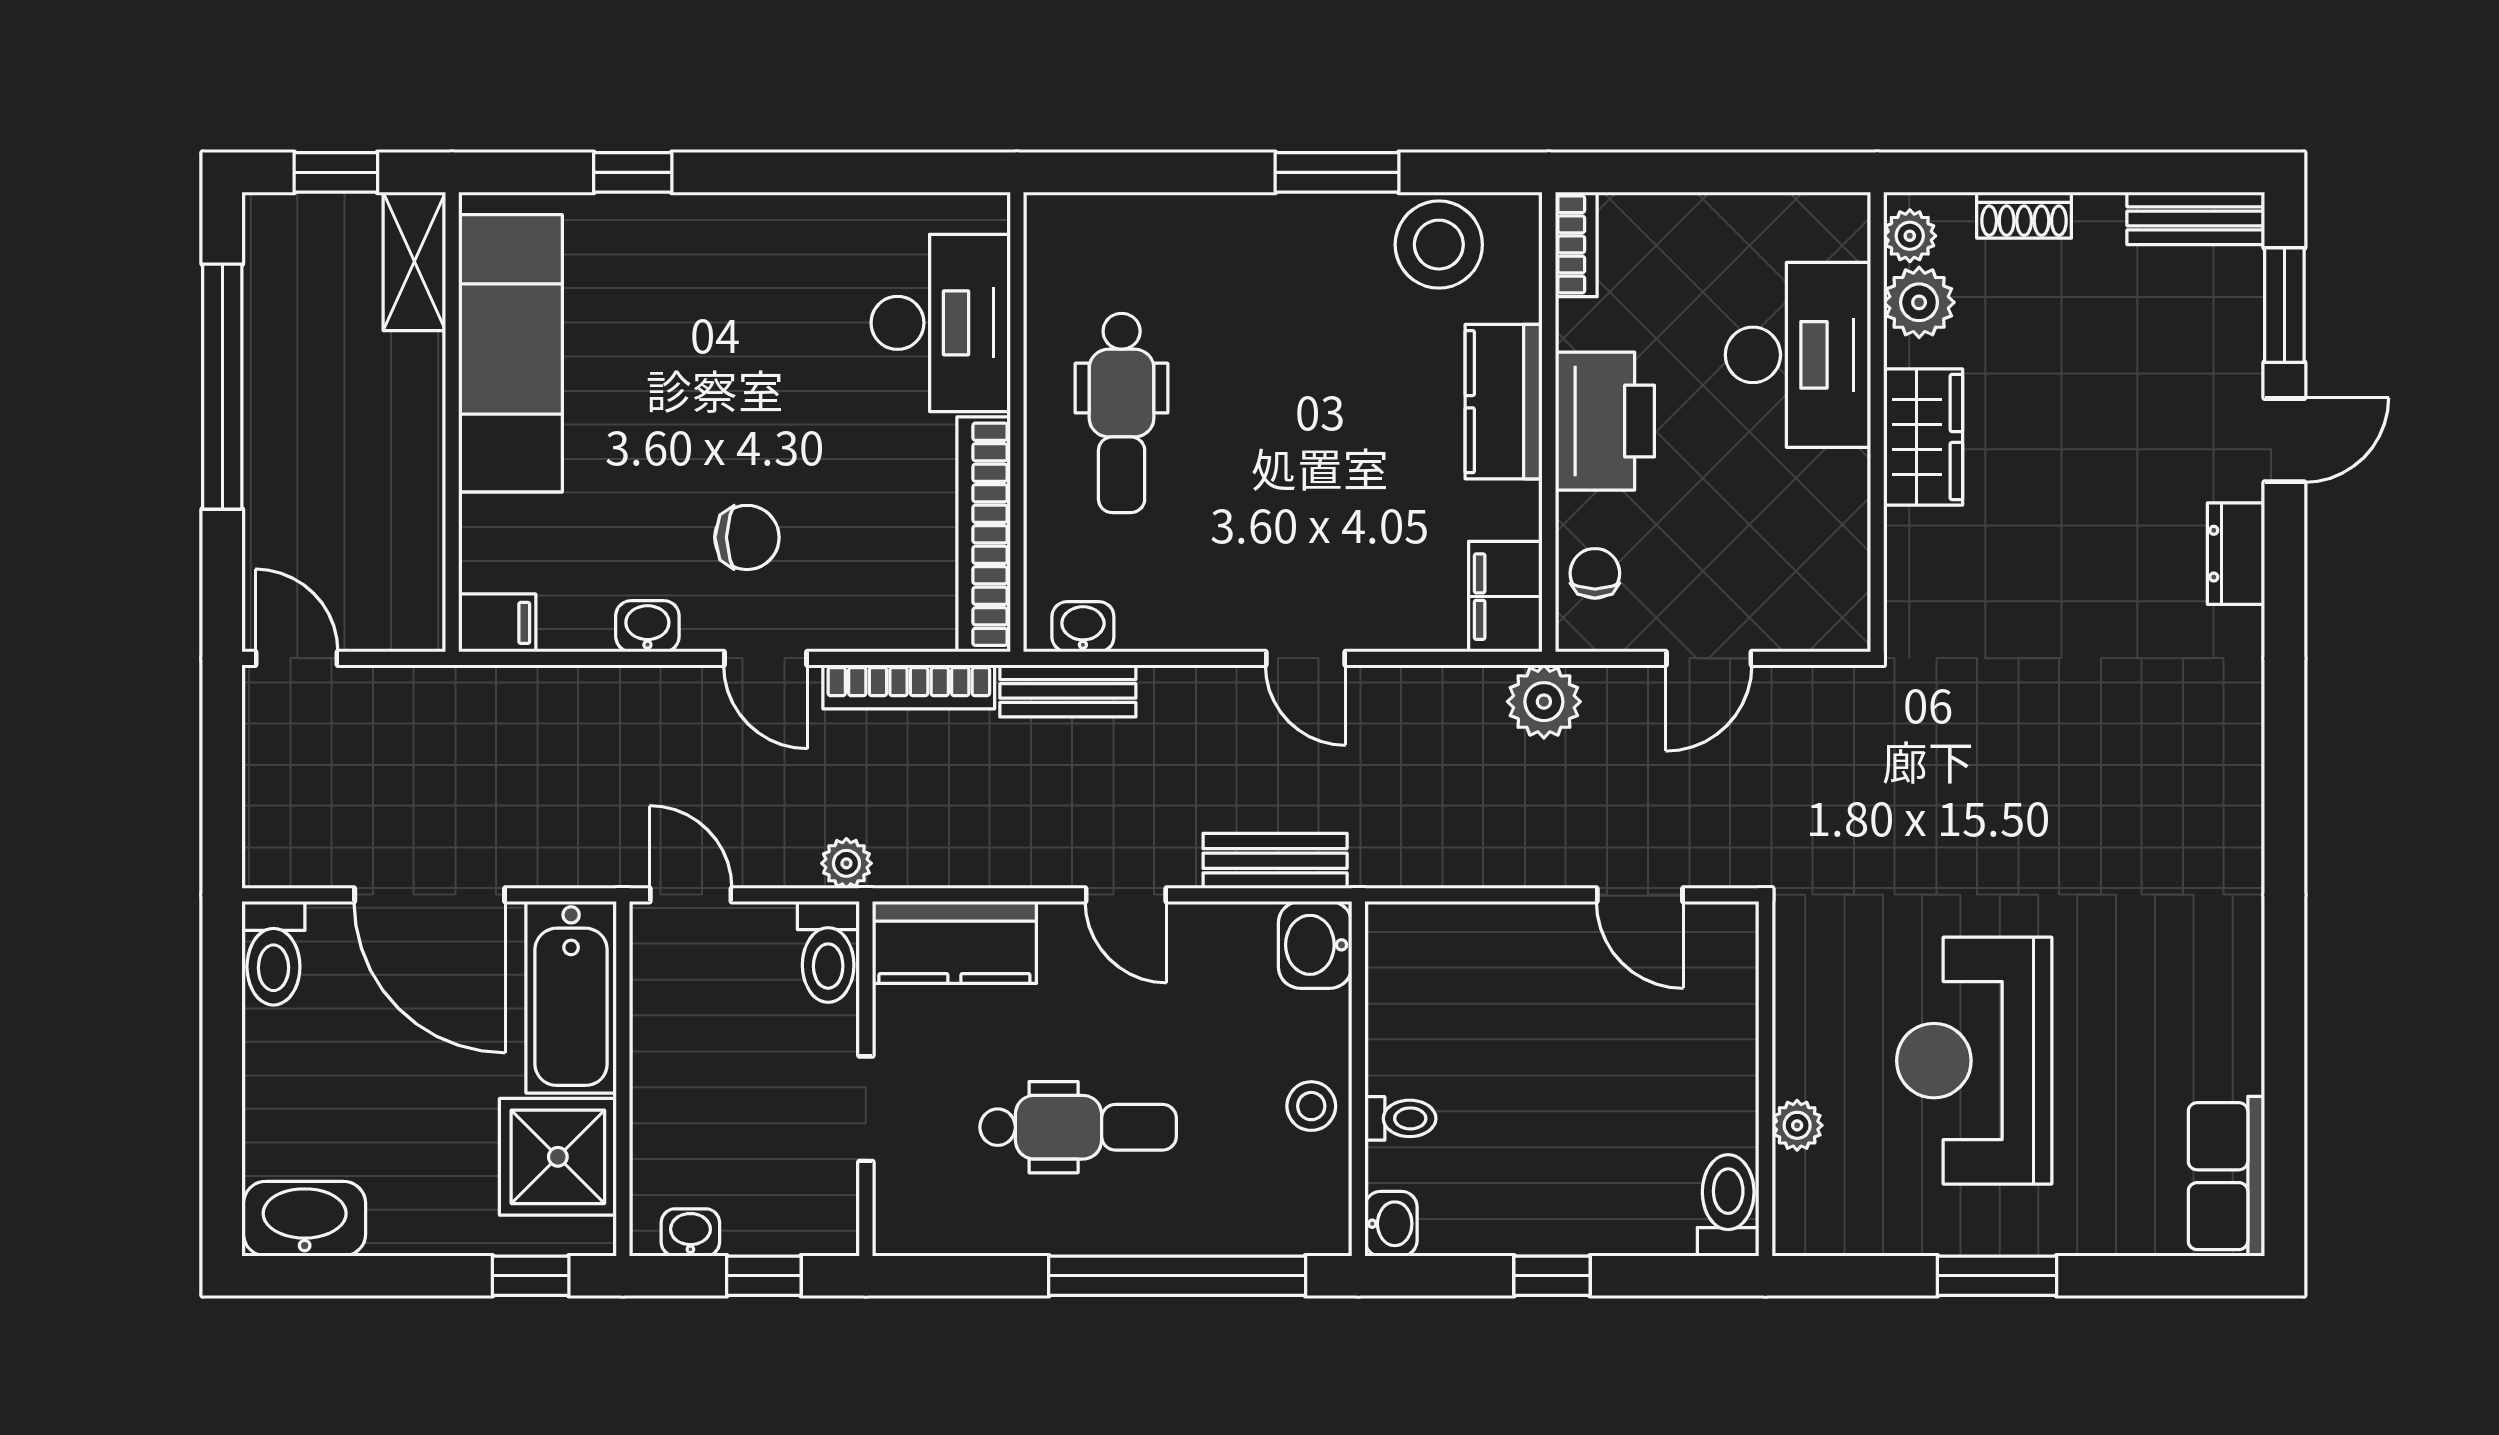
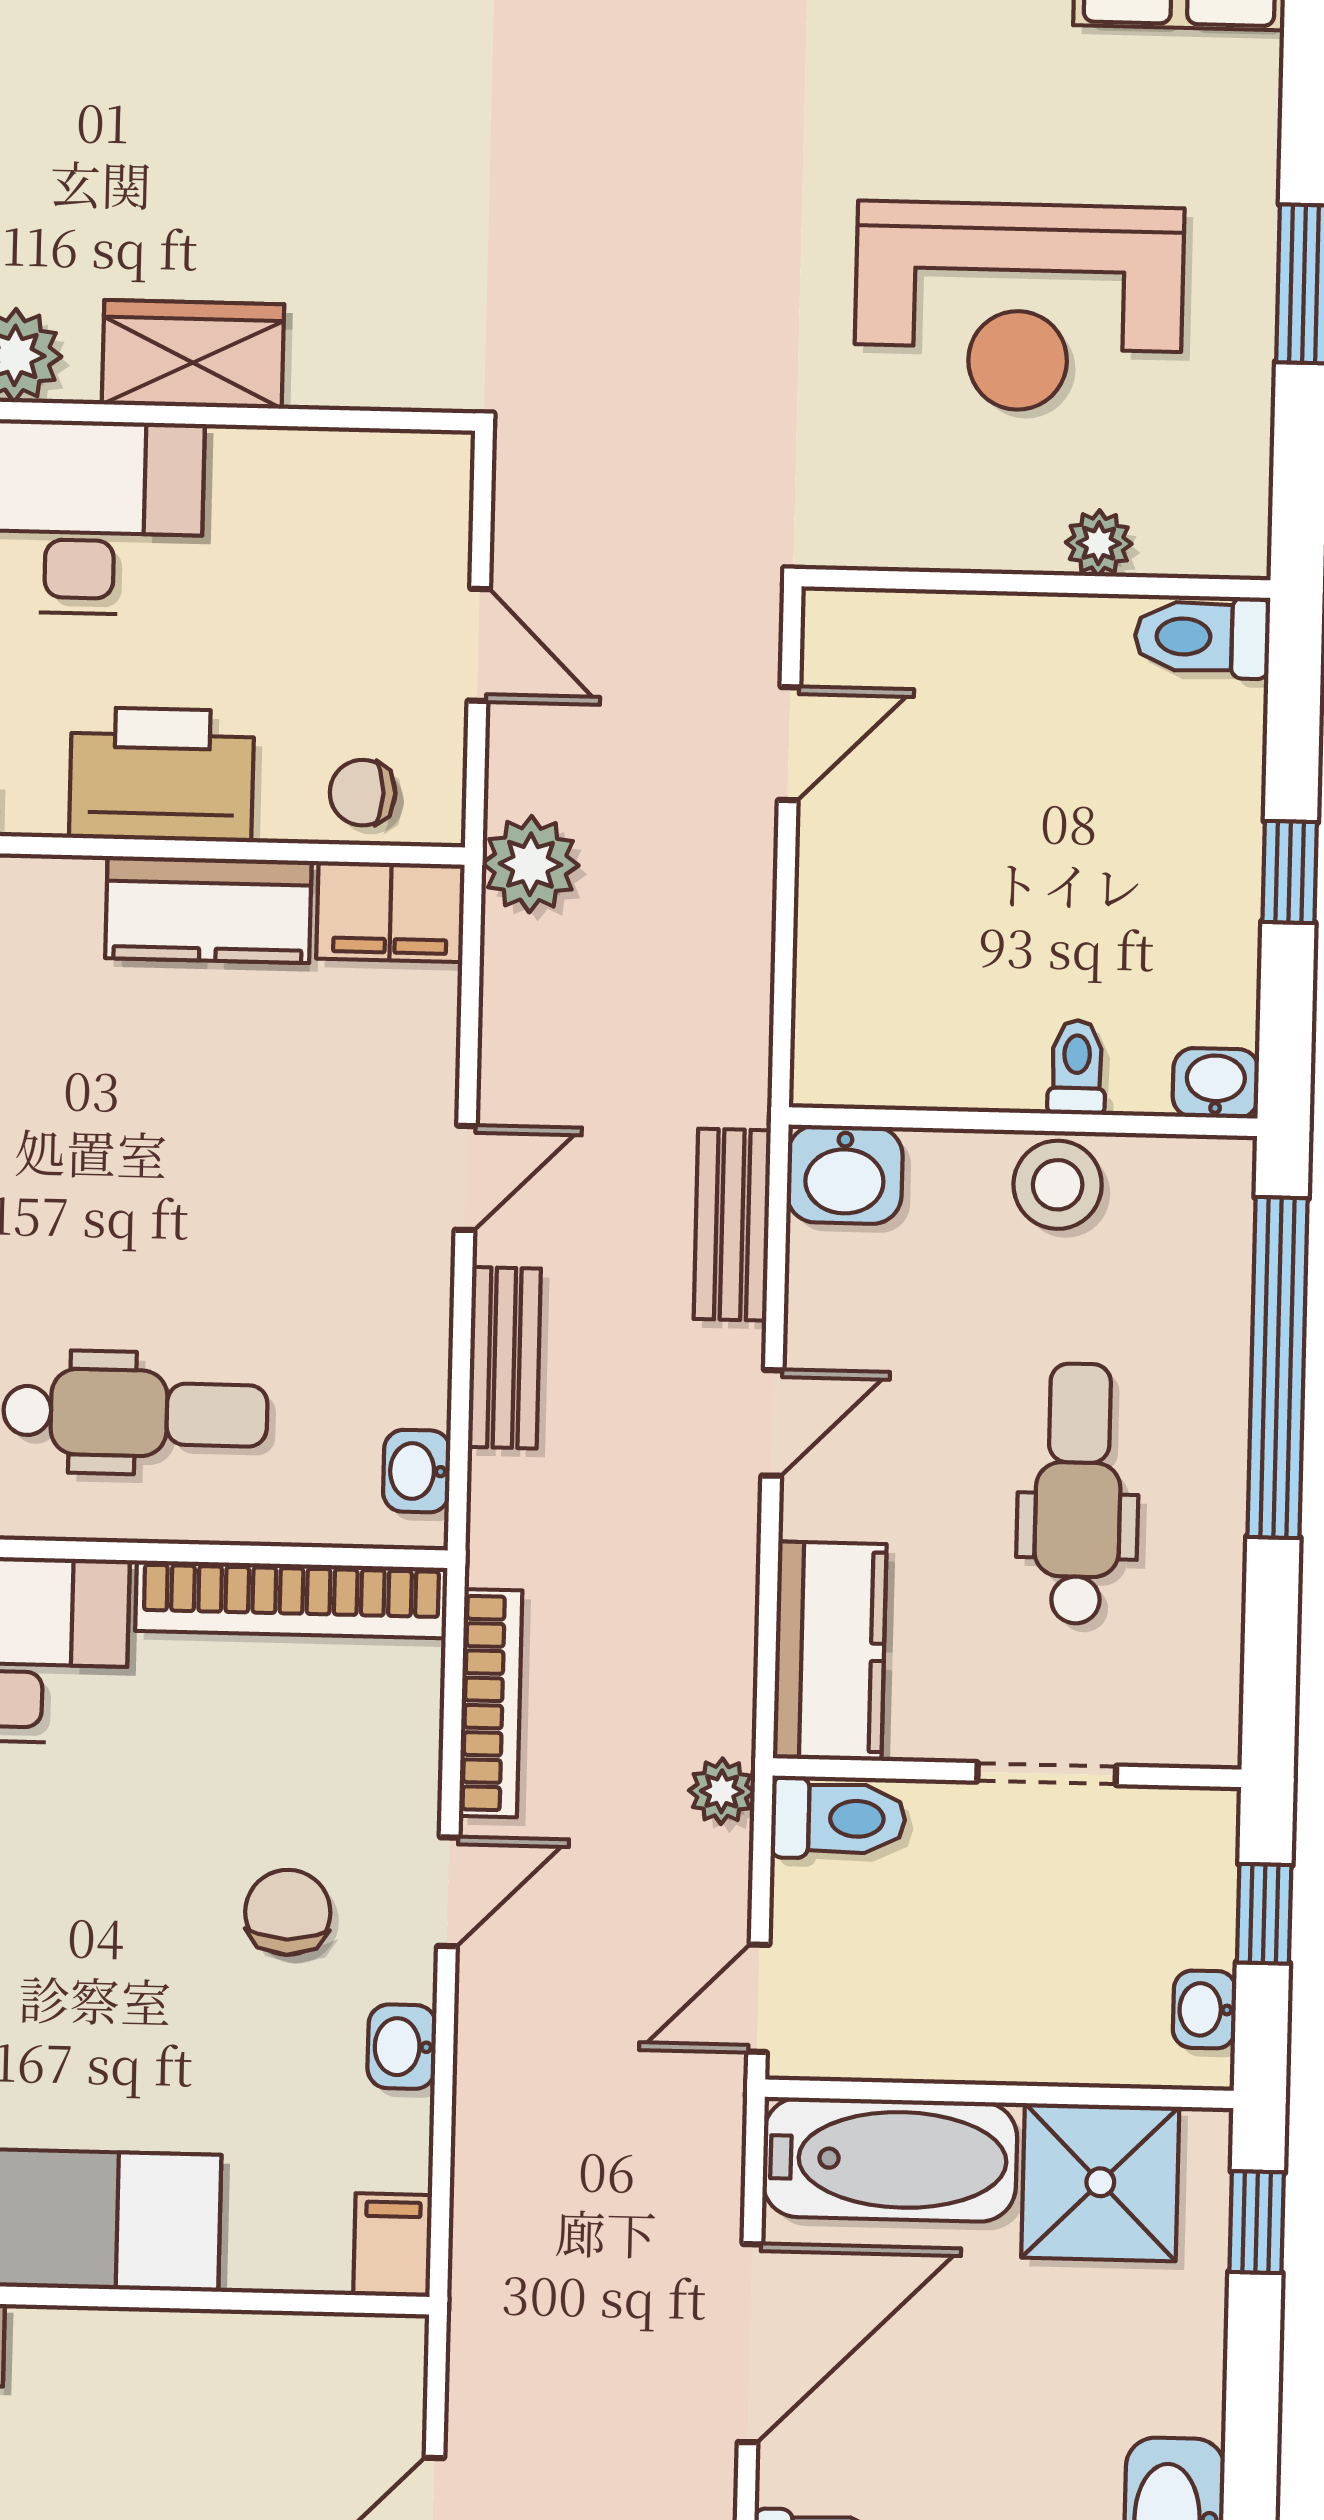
kitchen counter: (1504, 402) -> (208, 910), moved
bench: (1068, 691) -> (504, 1358), moved
stool: (1311, 1106) -> (1058, 1185), width x1.37, depth x1.37

